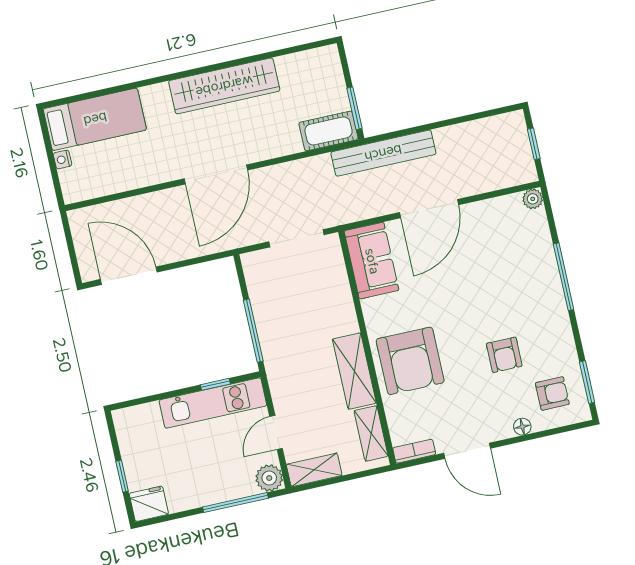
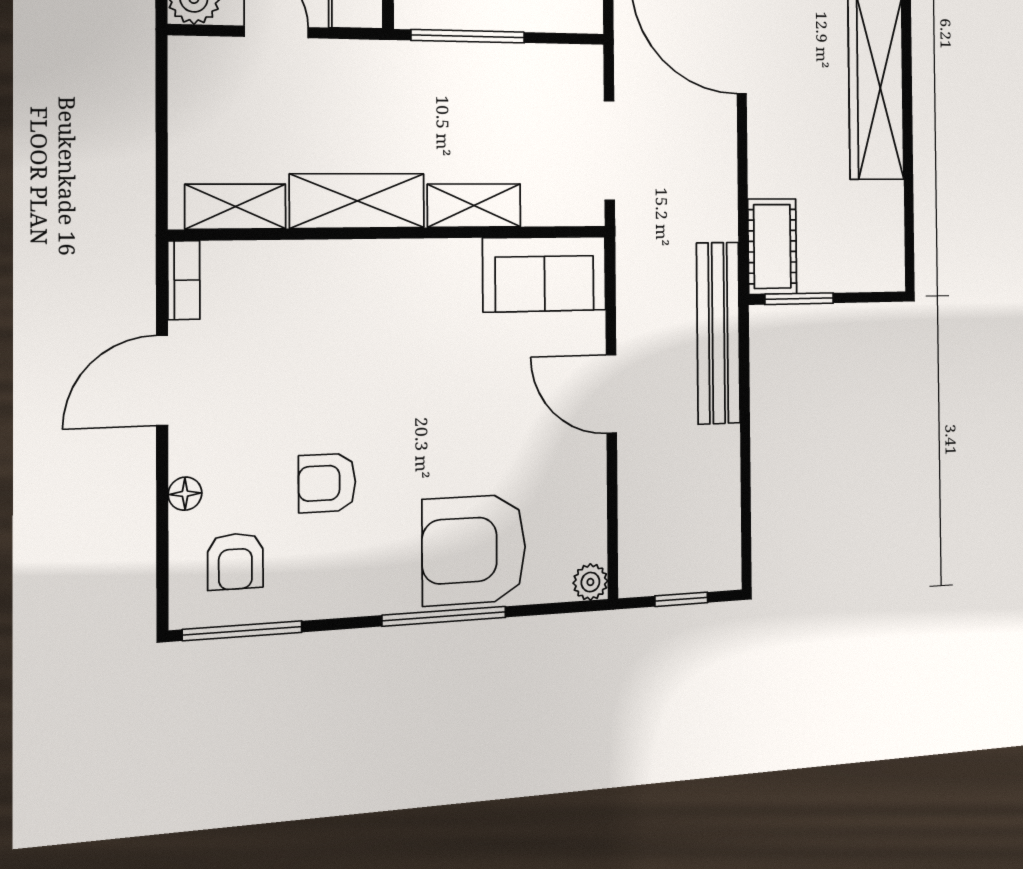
door: (429, 209) -> (611, 394), width x0.73
armchair: (410, 361) -> (474, 550), moved
window: (587, 382) -> (242, 631), width x1.44
shelving: (314, 470) -> (474, 205), moved, turned 90

